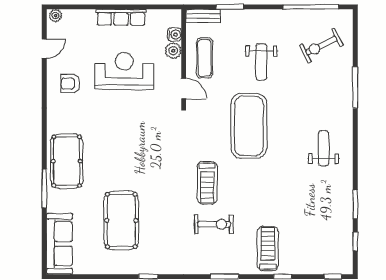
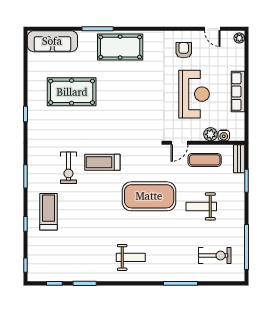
exercise bike: (321, 46) -> (215, 256), turned 117
treadmill: (268, 249) -> (48, 212), turned -90

